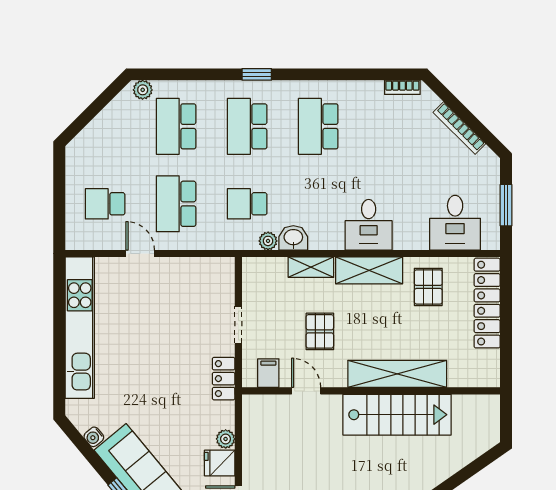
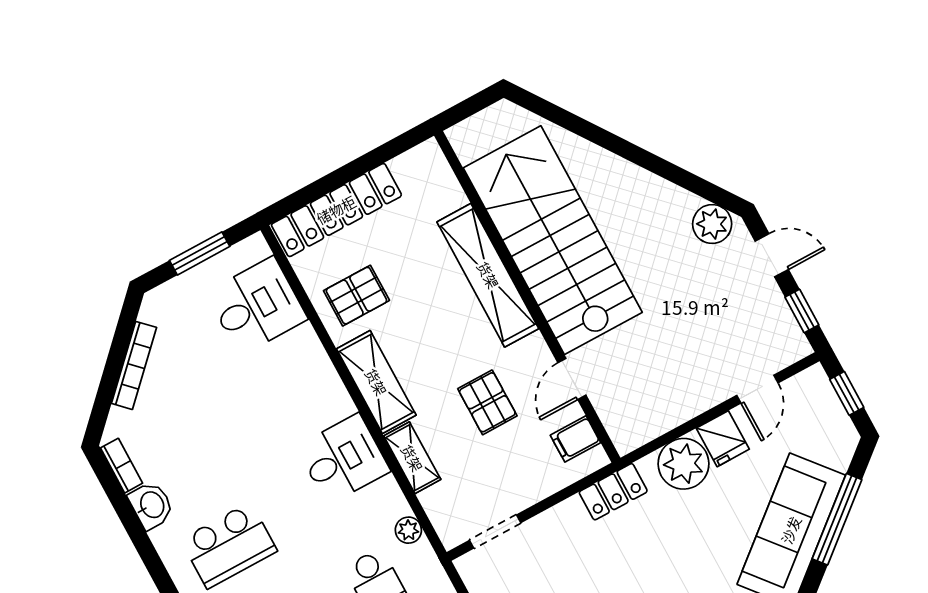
desk: (369, 225) -> (343, 459), moved
washbasin: (293, 238) -> (151, 505), moved, turned 180
doorway: (238, 325) -> (495, 531), moved
pallet: (320, 331) -> (487, 402), turned 90
stairs: (397, 415) -> (553, 240), width x1.36, depth x1.51
plant: (226, 439) -> (684, 464), width x1.87, depth x1.87

